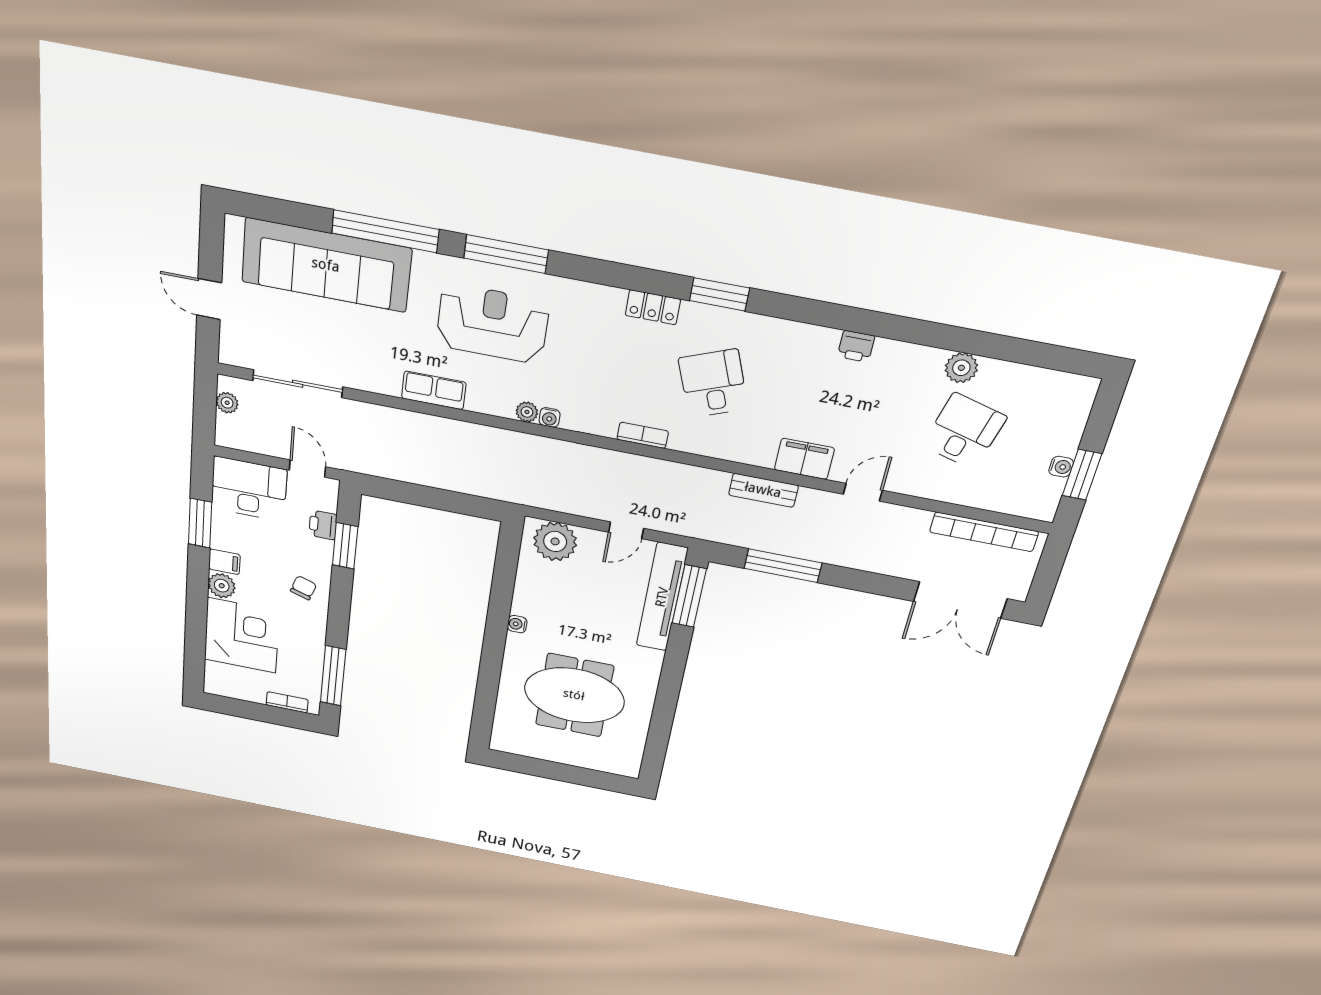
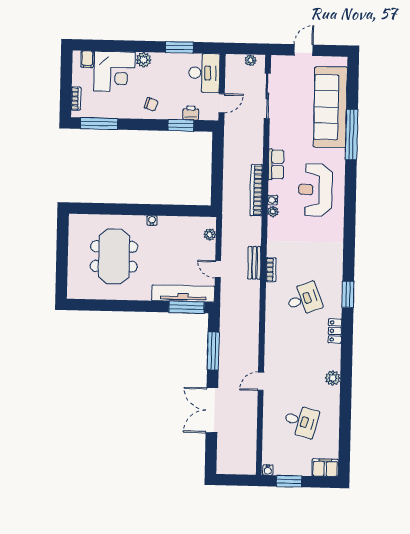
window: (506, 254) -> (350, 192), removed
locker: (653, 307) -> (335, 331), moved
reception desk: (493, 323) -> (315, 190), turned 180
printer: (856, 346) -> (334, 362), removed
plant: (961, 368) -> (333, 378), moved
water cooler: (550, 417) -> (273, 200), moved
filing cabinet: (804, 459) -> (325, 468), moved, turned -90
water cooler: (1061, 467) -> (268, 470), moved
bench: (763, 490) -> (254, 263), moved
door: (863, 492) -> (261, 381), swing flipped
bookcase: (984, 532) -> (256, 190), moved
plant: (555, 541) -> (210, 234), width x0.53, depth x0.53
filing cabinet: (224, 562) -> (87, 59), moved
double door: (960, 600) -> (212, 410), moved

